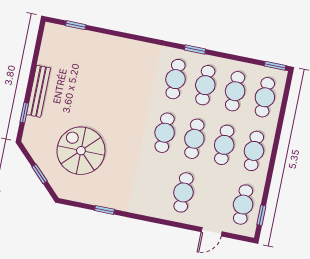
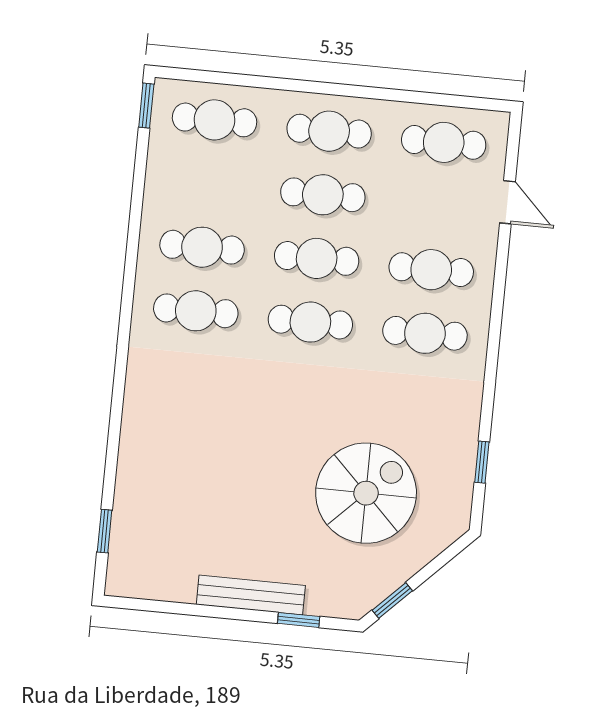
window: (195, 49) -> (130, 276), removed
cafe table: (235, 91) -> (425, 333), moved
spiral stairs: (81, 151) -> (366, 493), turned 180
window: (40, 174) -> (392, 600), moved
window: (105, 210) -> (482, 462), moved
window: (261, 215) -> (462, 102), removed

